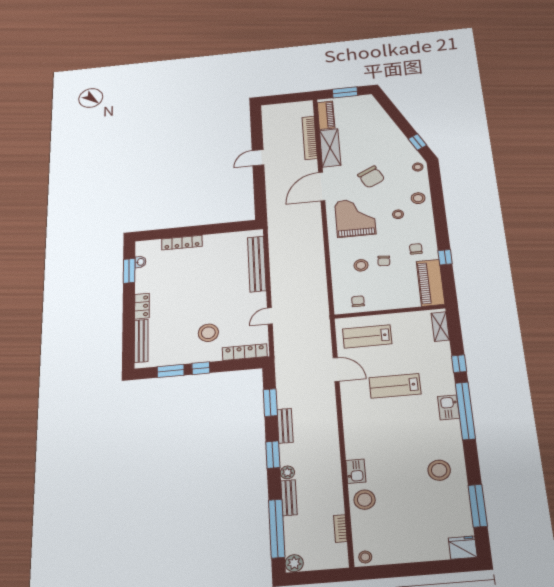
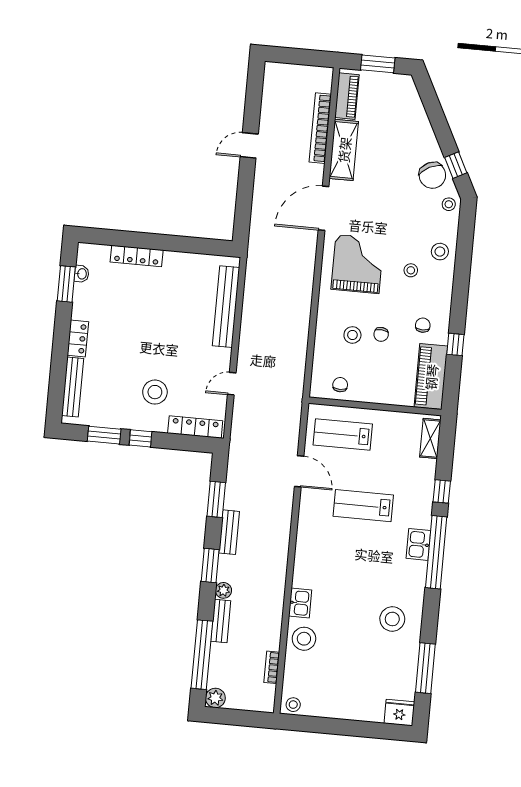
chair: (371, 177) -> (432, 175), moved

